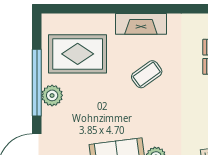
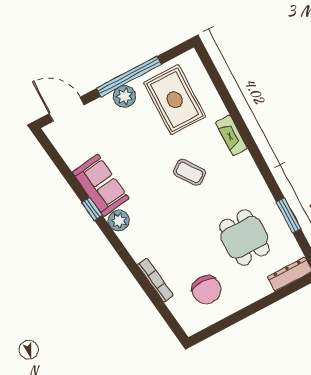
fireplace: (141, 24) -> (232, 135), width x0.73, depth x0.76

